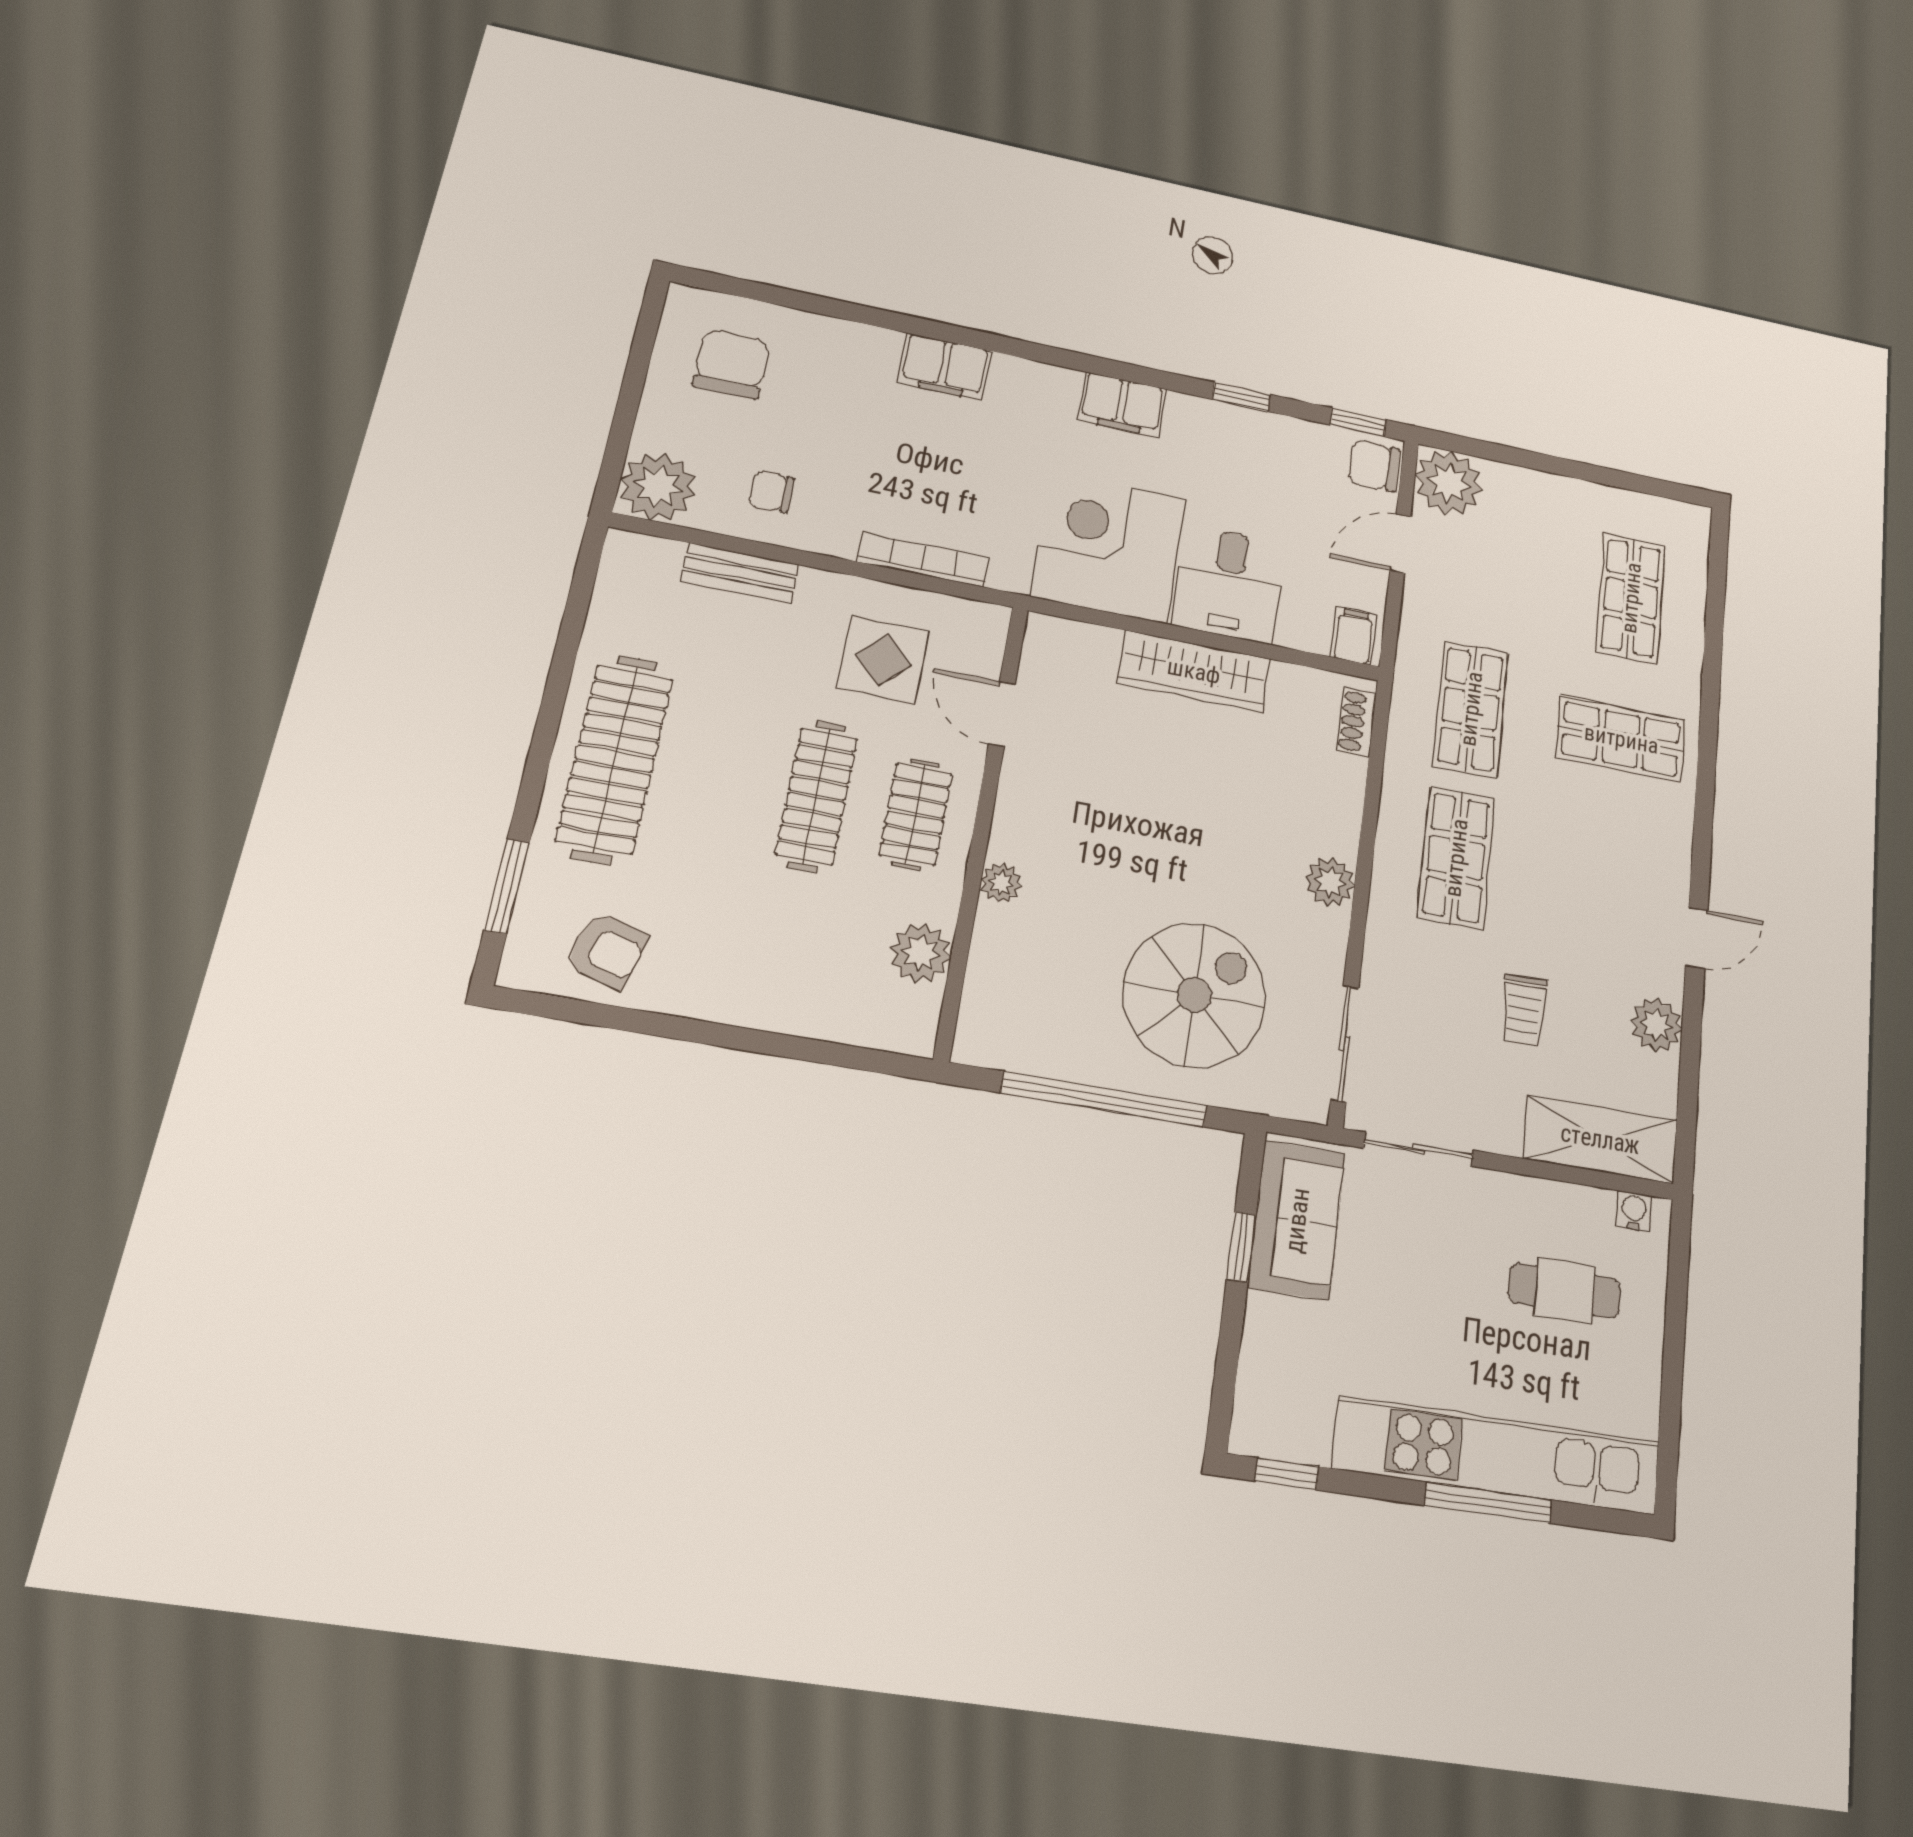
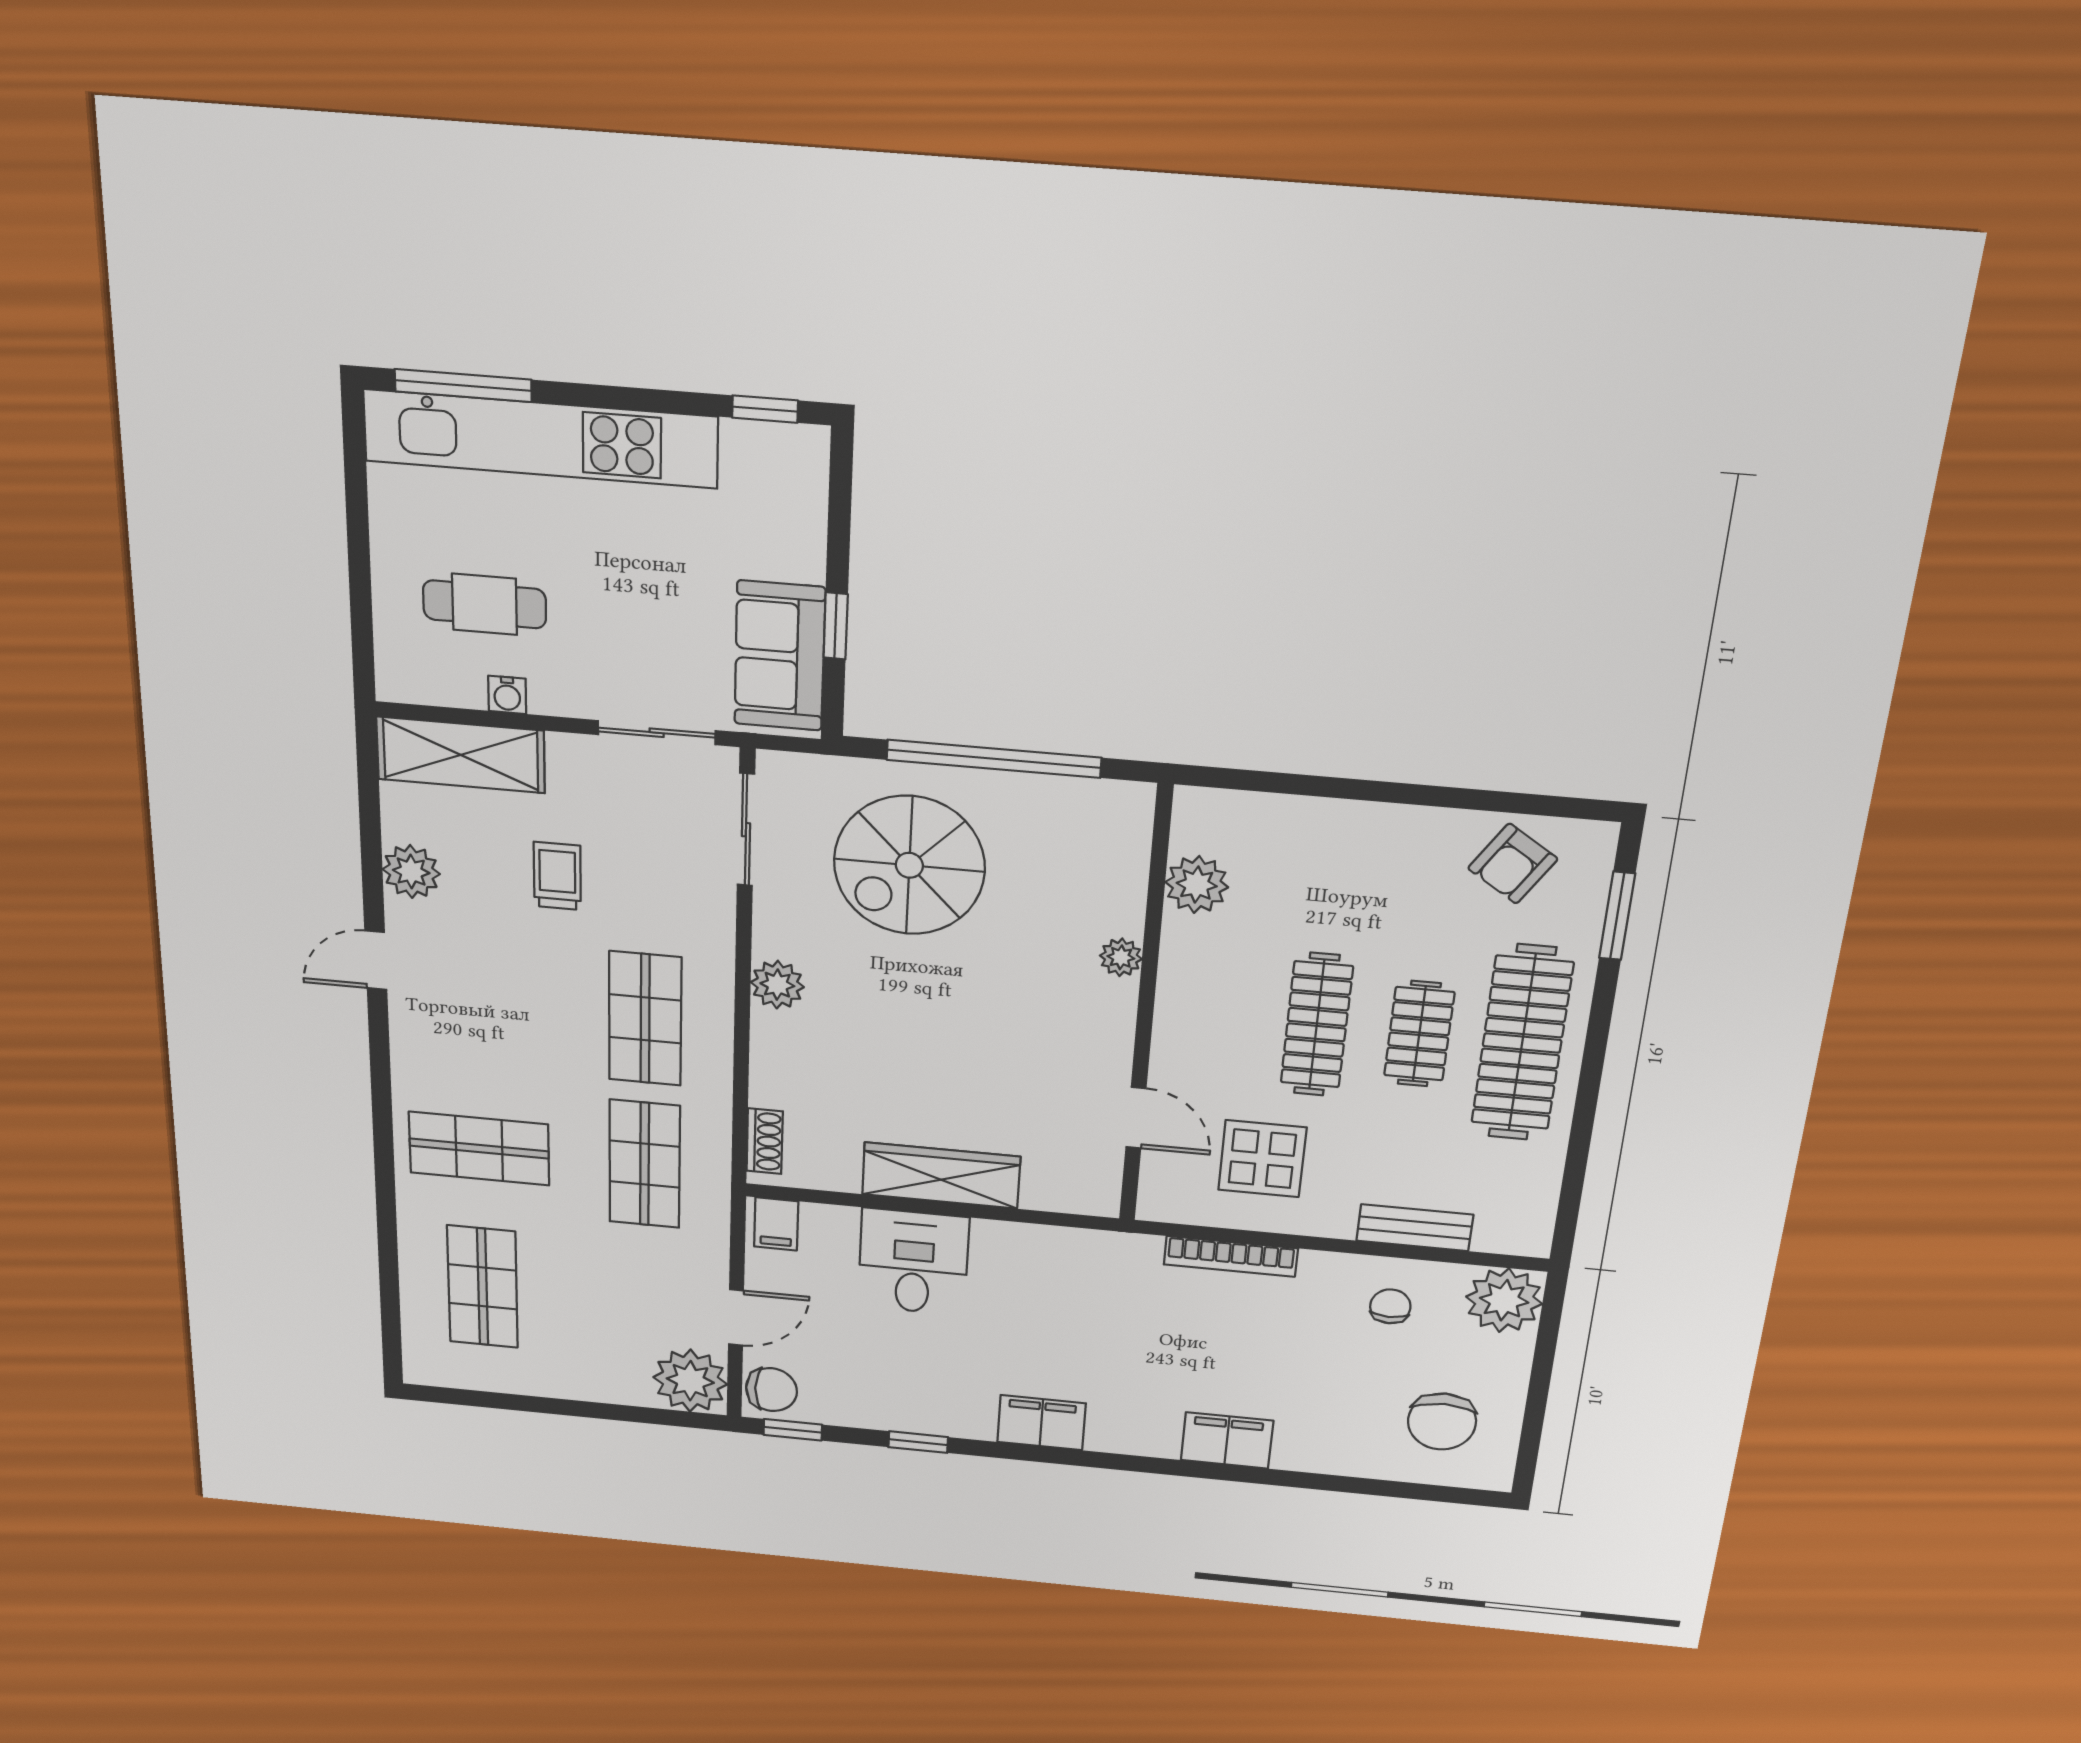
chair: (771, 492) -> (1390, 1306), turned -90
corner desk: (1109, 547) -> (1042, 1286), removed
clothes rail: (916, 814) -> (1419, 1034), moved
armchair: (607, 950) -> (1513, 864), turned -73
water cooler: (1634, 1211) -> (507, 695), moved
window: (1488, 1503) -> (463, 385), moved

